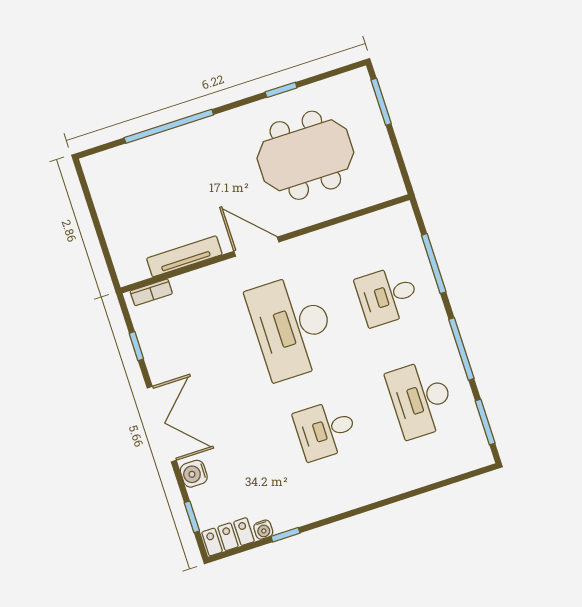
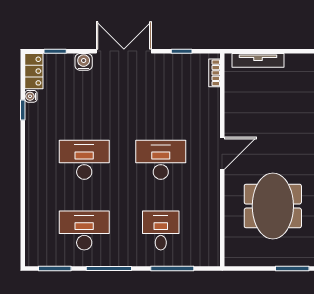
tv unit: (184, 256) -> (258, 60), moved, turned 90
desk: (292, 327) -> (161, 160), width x0.73, depth x0.77
double door: (162, 424) -> (124, 51), swing flipped
desk: (326, 430) -> (84, 160), width x1.37

